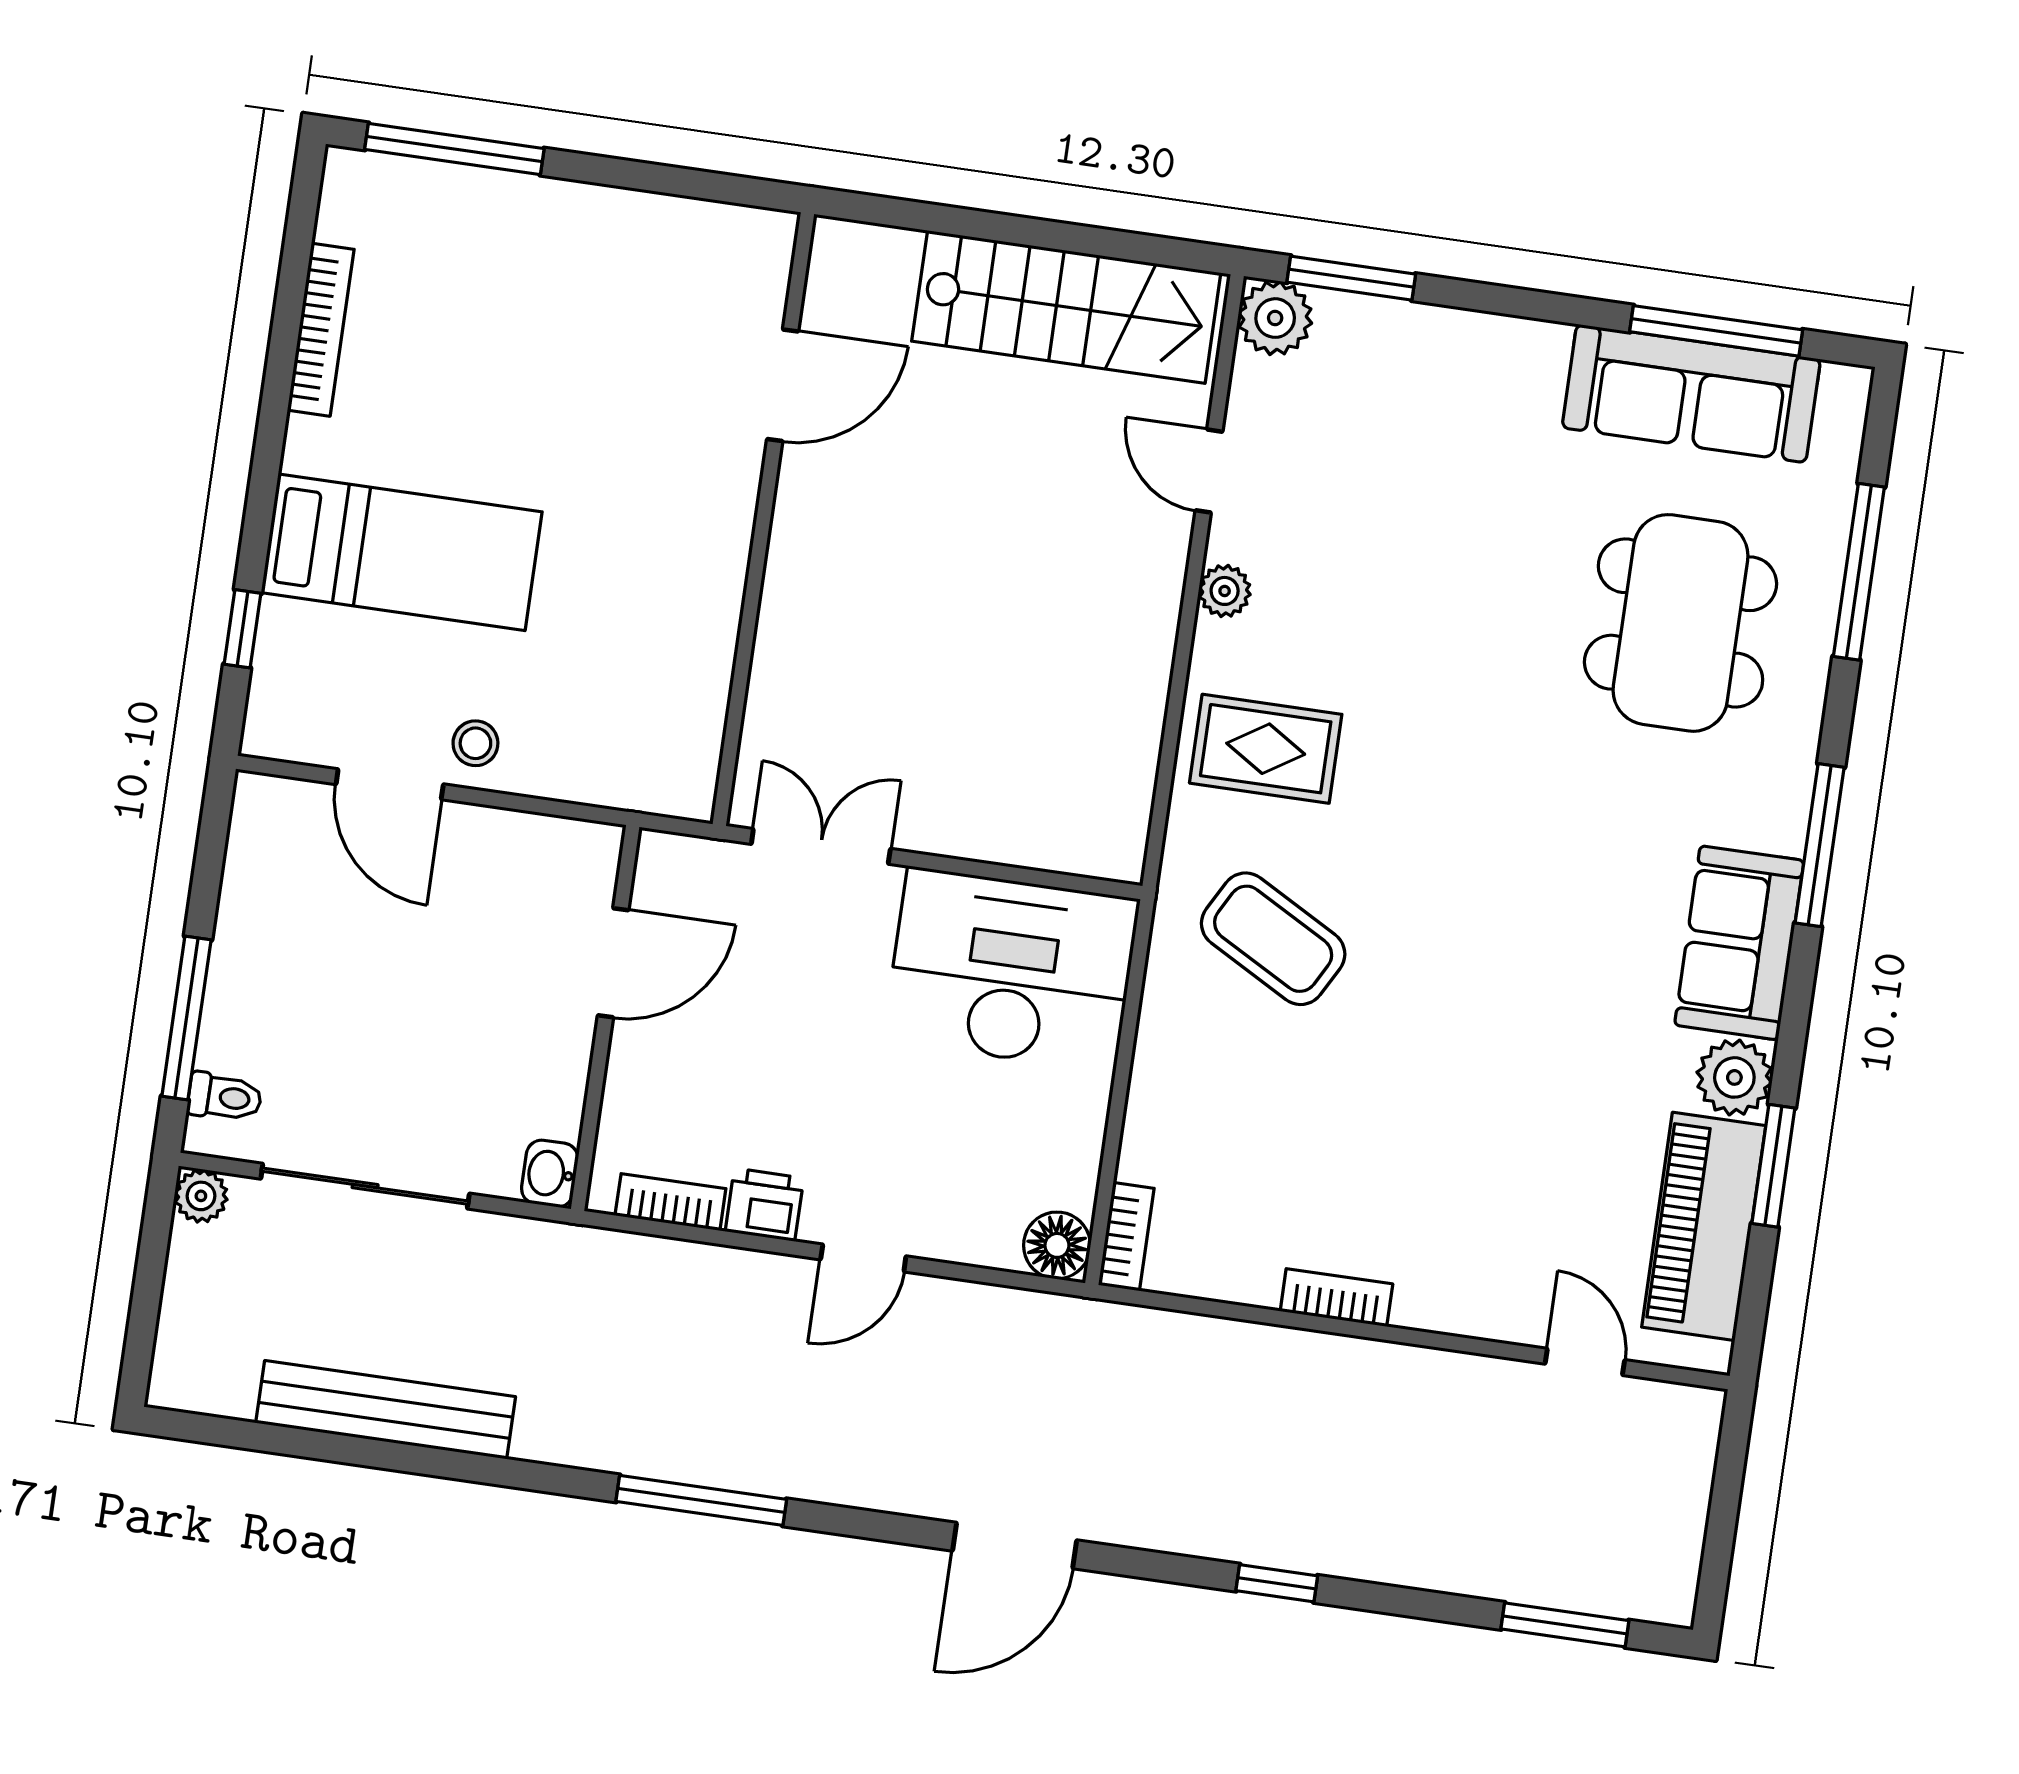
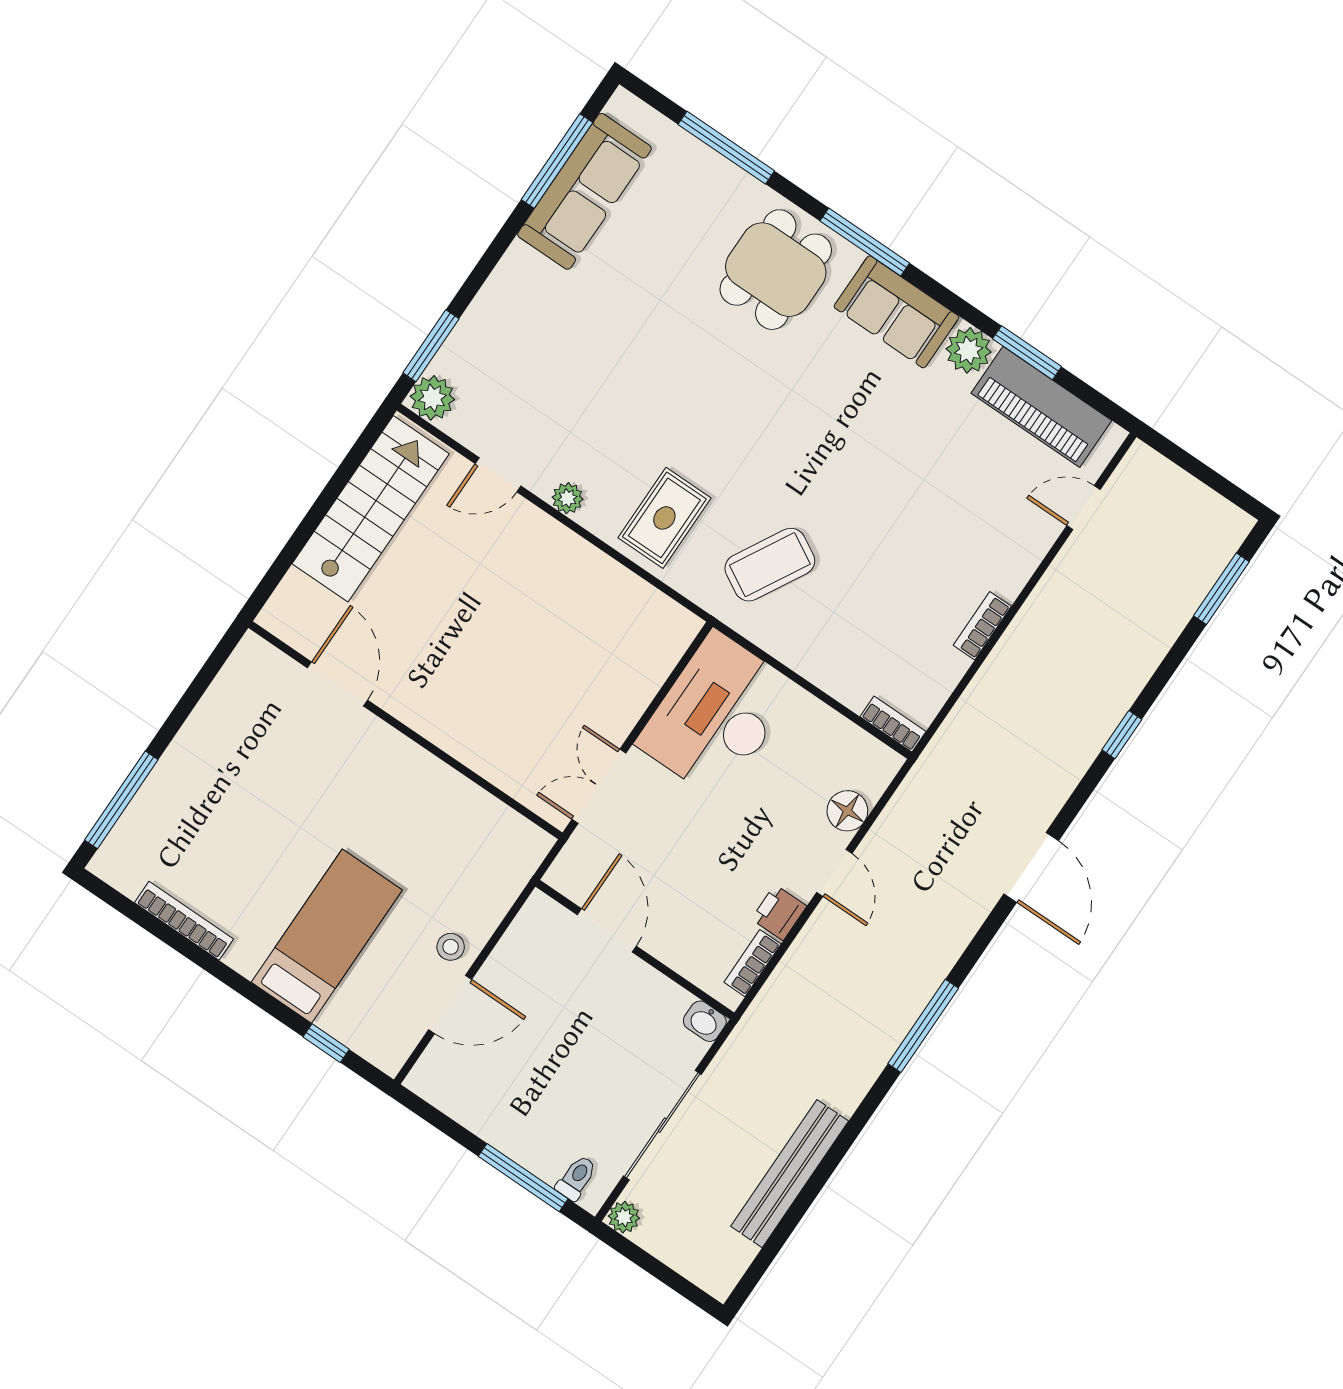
dining table: (1681, 623) -> (776, 270), moved, width x0.73
floor lamp: (1057, 1245) -> (847, 811), moved

